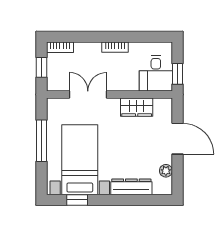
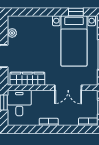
wardrobe: (137, 107) -> (27, 79), width x1.50
dresser: (131, 187) -> (37, 21), removed

